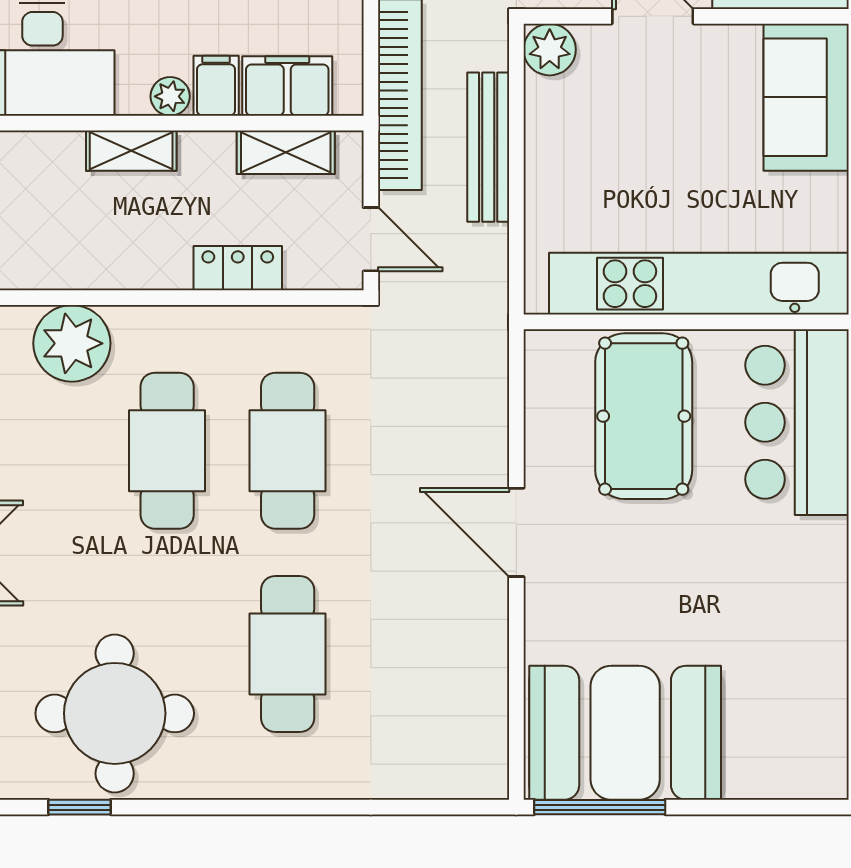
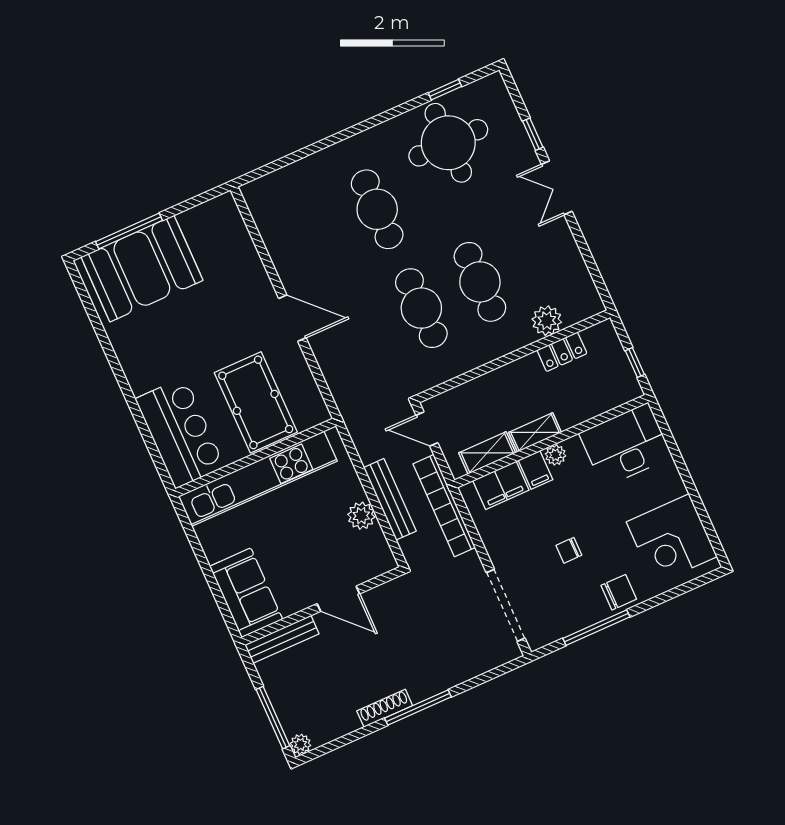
plant: (550, 50) -> (361, 516), moved
shelving: (131, 151) -> (535, 432), moved
locker: (238, 268) -> (562, 352), moved
plant: (72, 343) -> (547, 321), width x0.73, depth x0.73
booth: (625, 733) -> (142, 269), moved
window: (600, 807) -> (129, 231), moved

